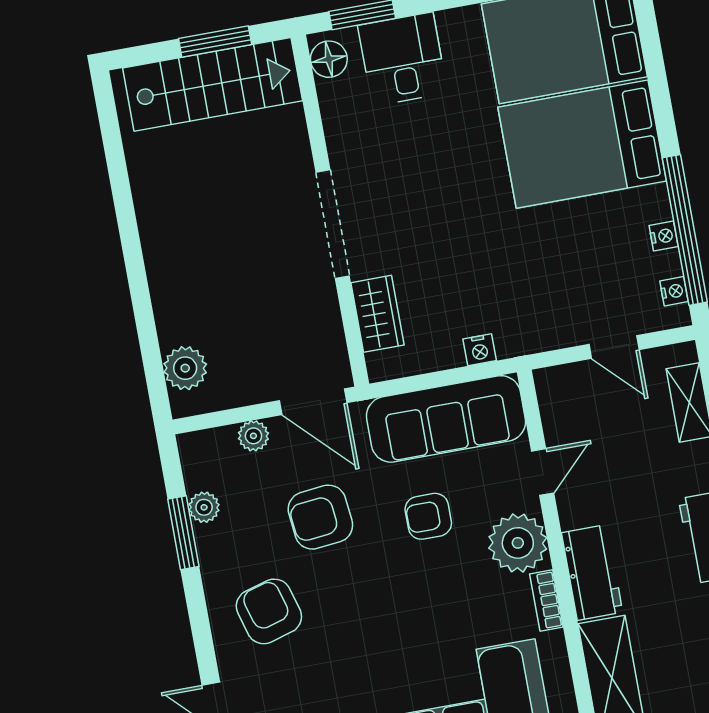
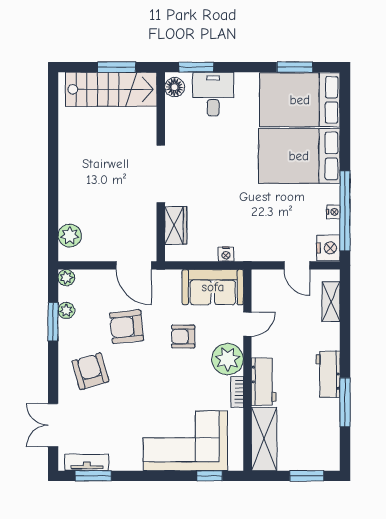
nightstand: (674, 291) -> (328, 248), width x1.89, depth x1.79
sofa: (446, 419) -> (213, 287), width x0.73
plant: (253, 436) -> (66, 278), moved

